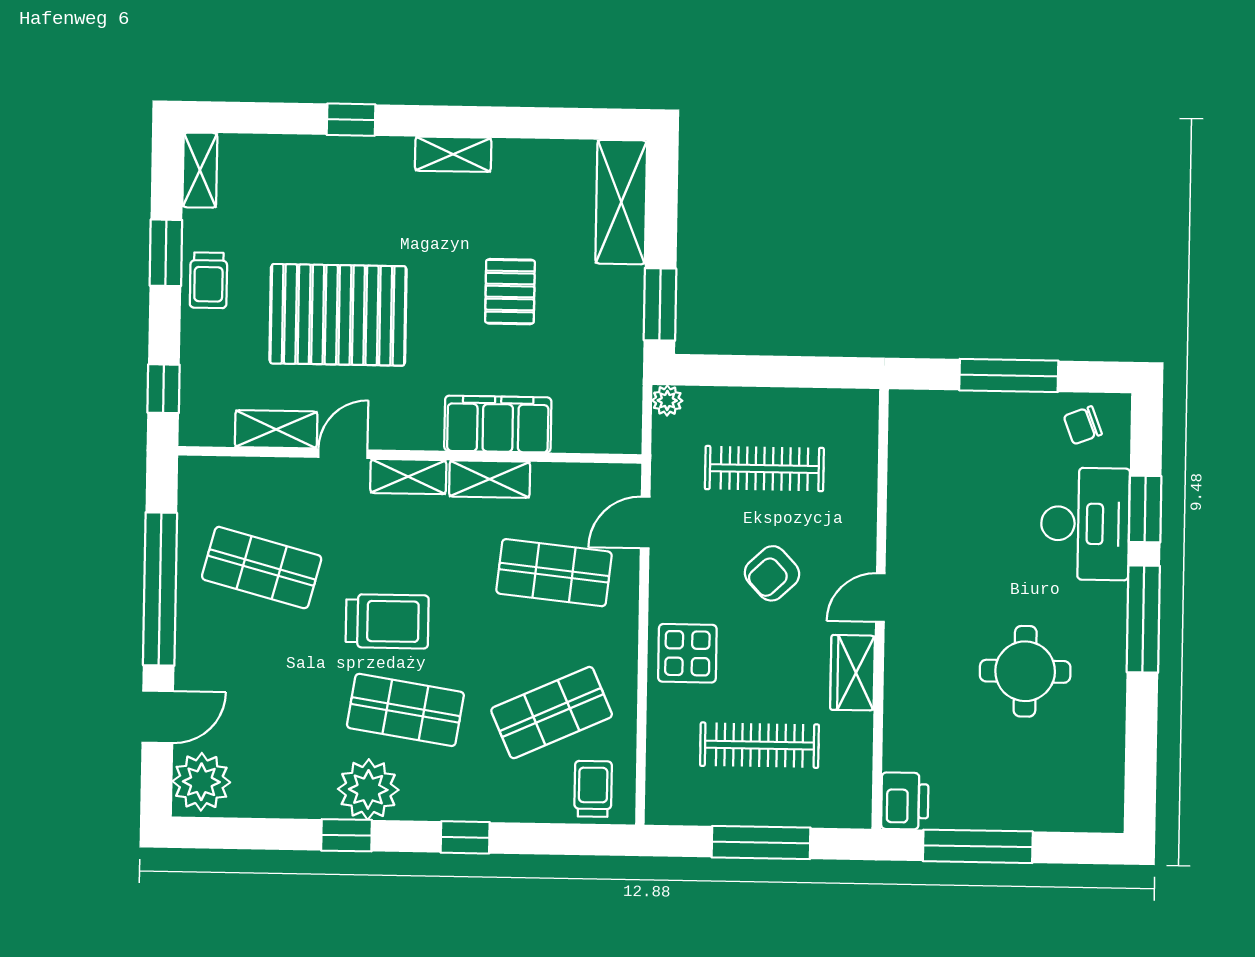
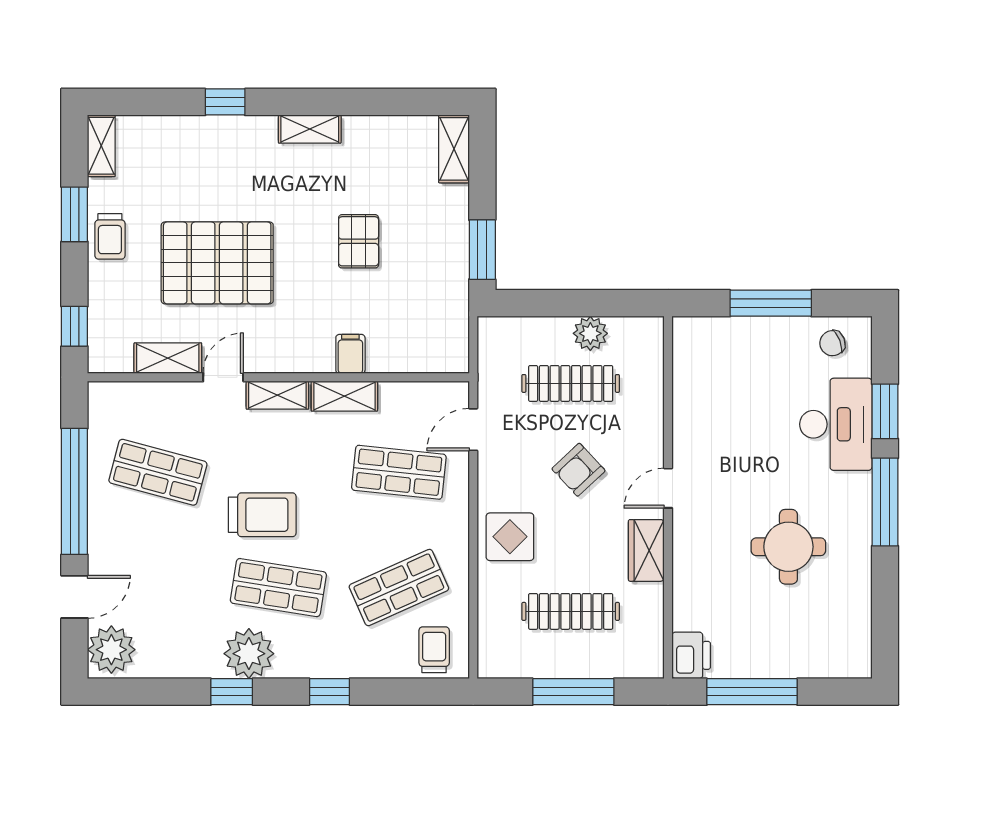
shelving: (621, 202) -> (454, 149), width x0.67, depth x0.75
plant: (667, 400) -> (590, 333), moved, width x1.38, depth x1.38
filing cabinet: (498, 424) -> (350, 354), width x0.33, depth x0.86

